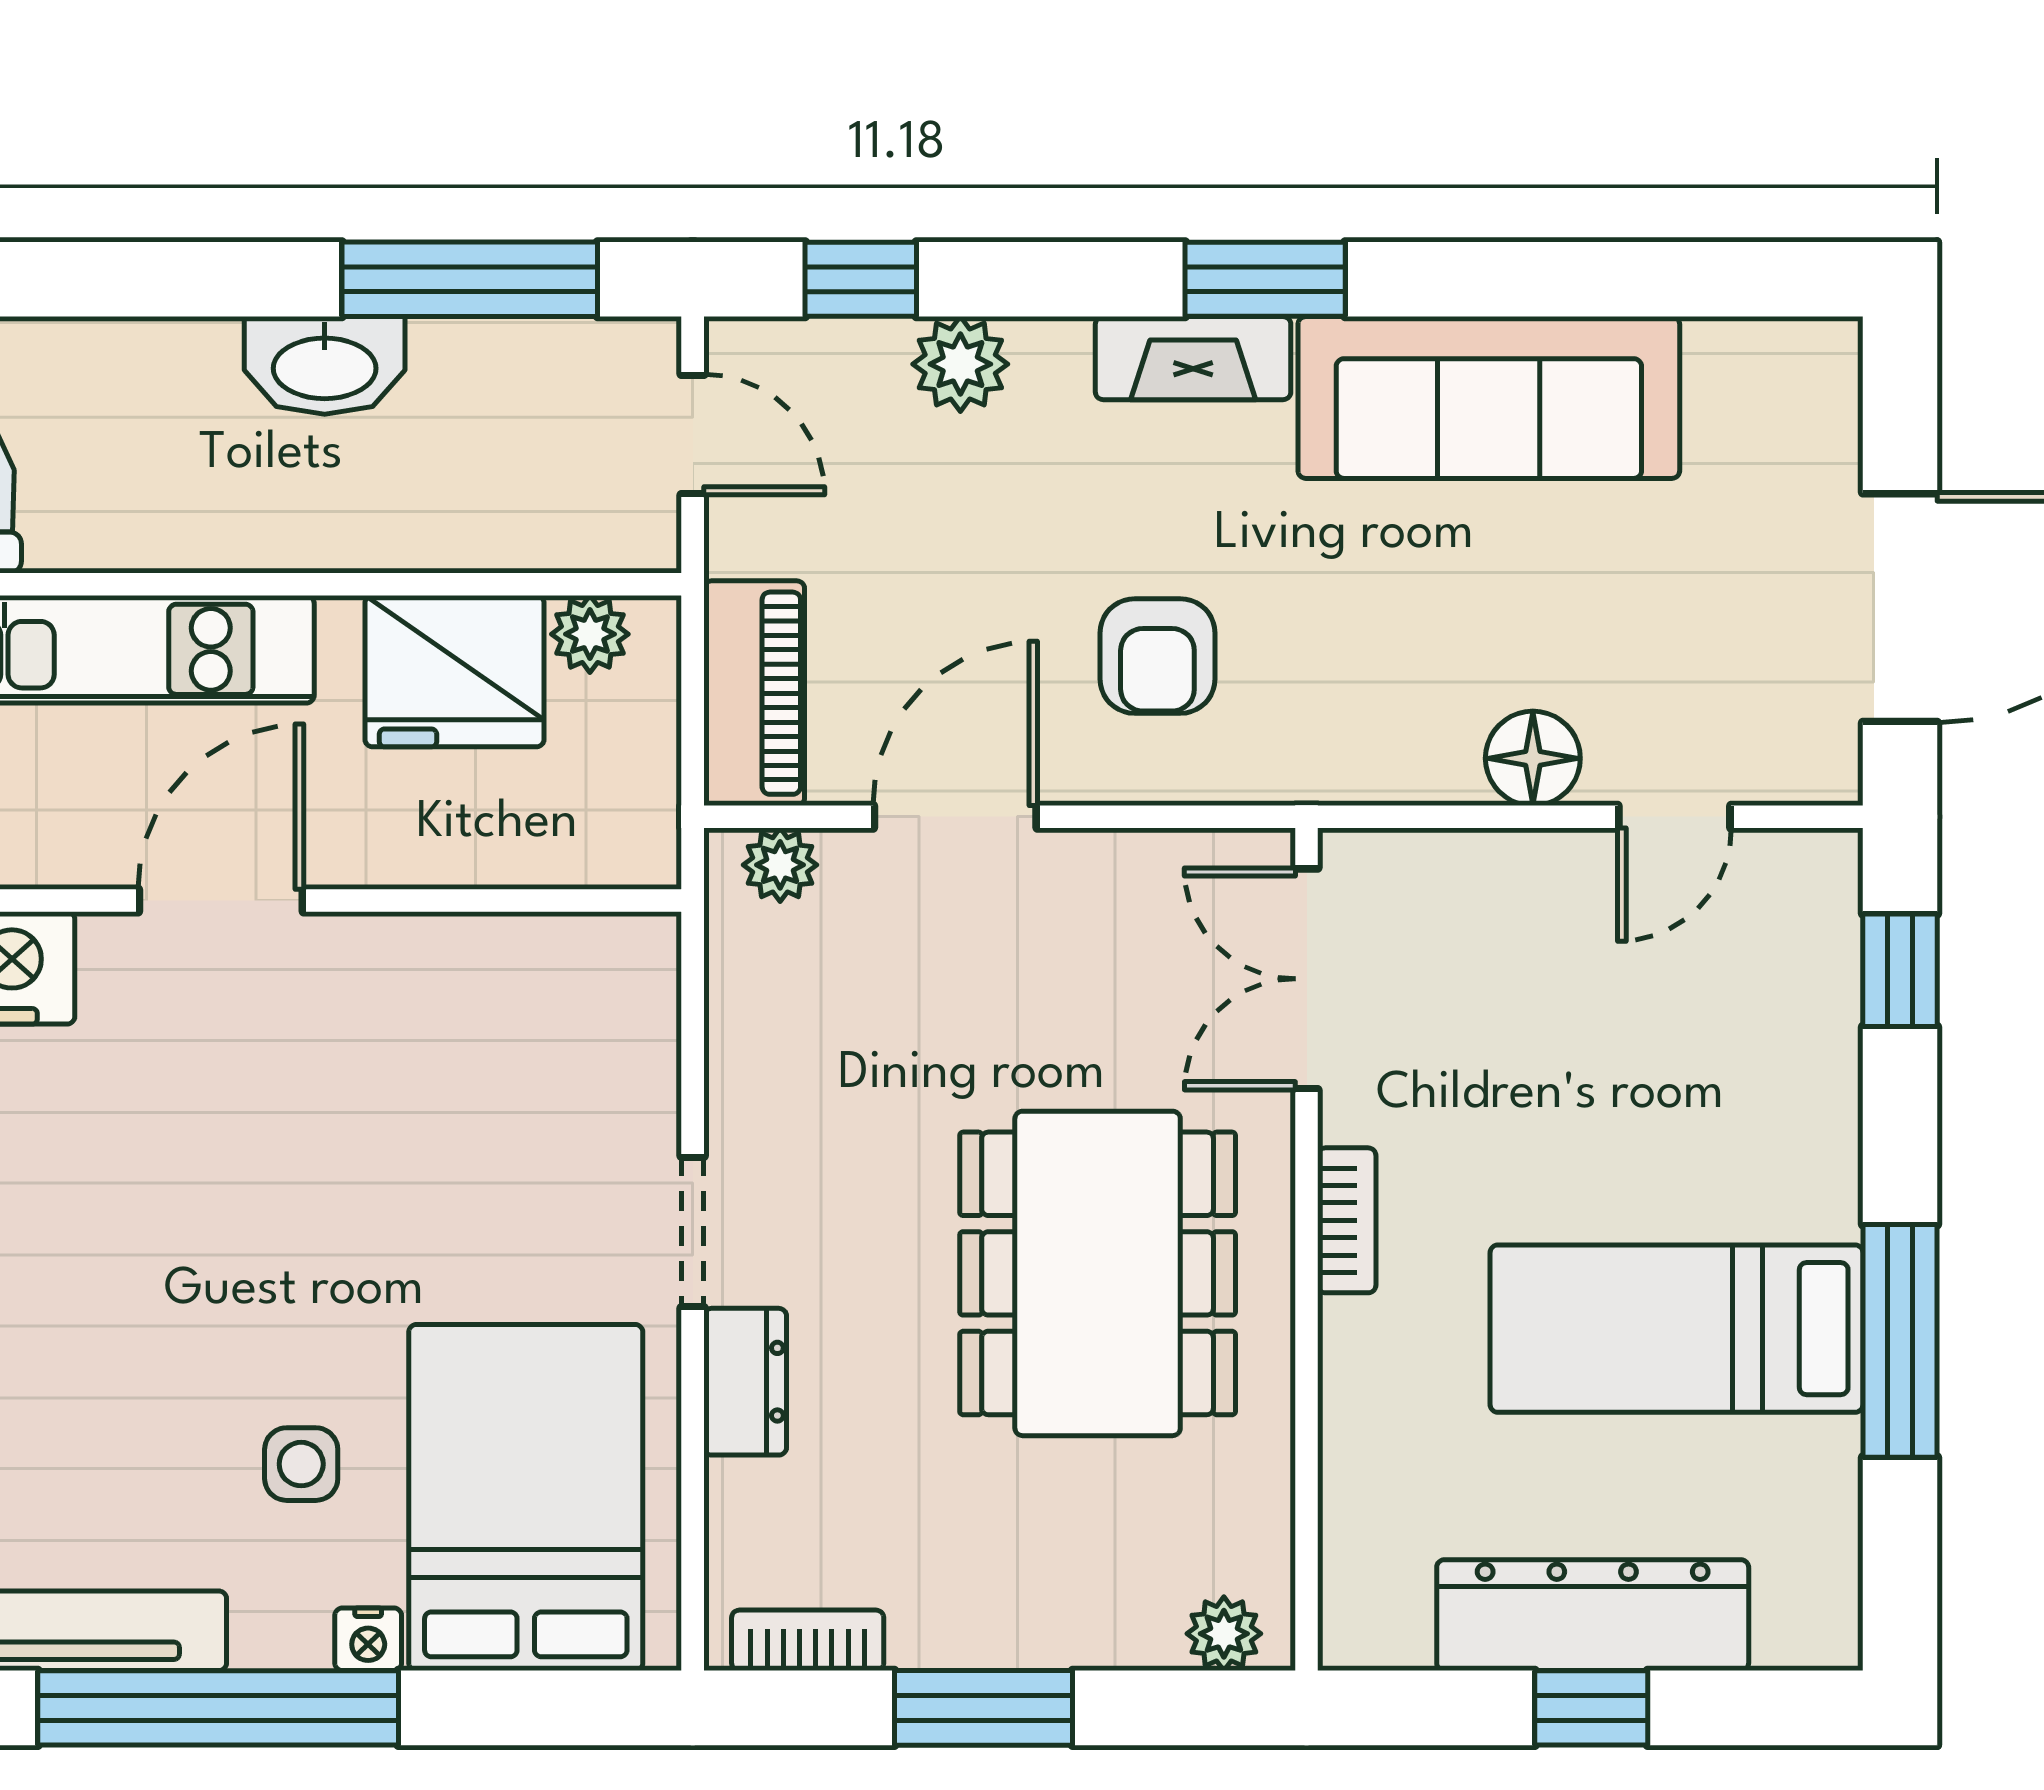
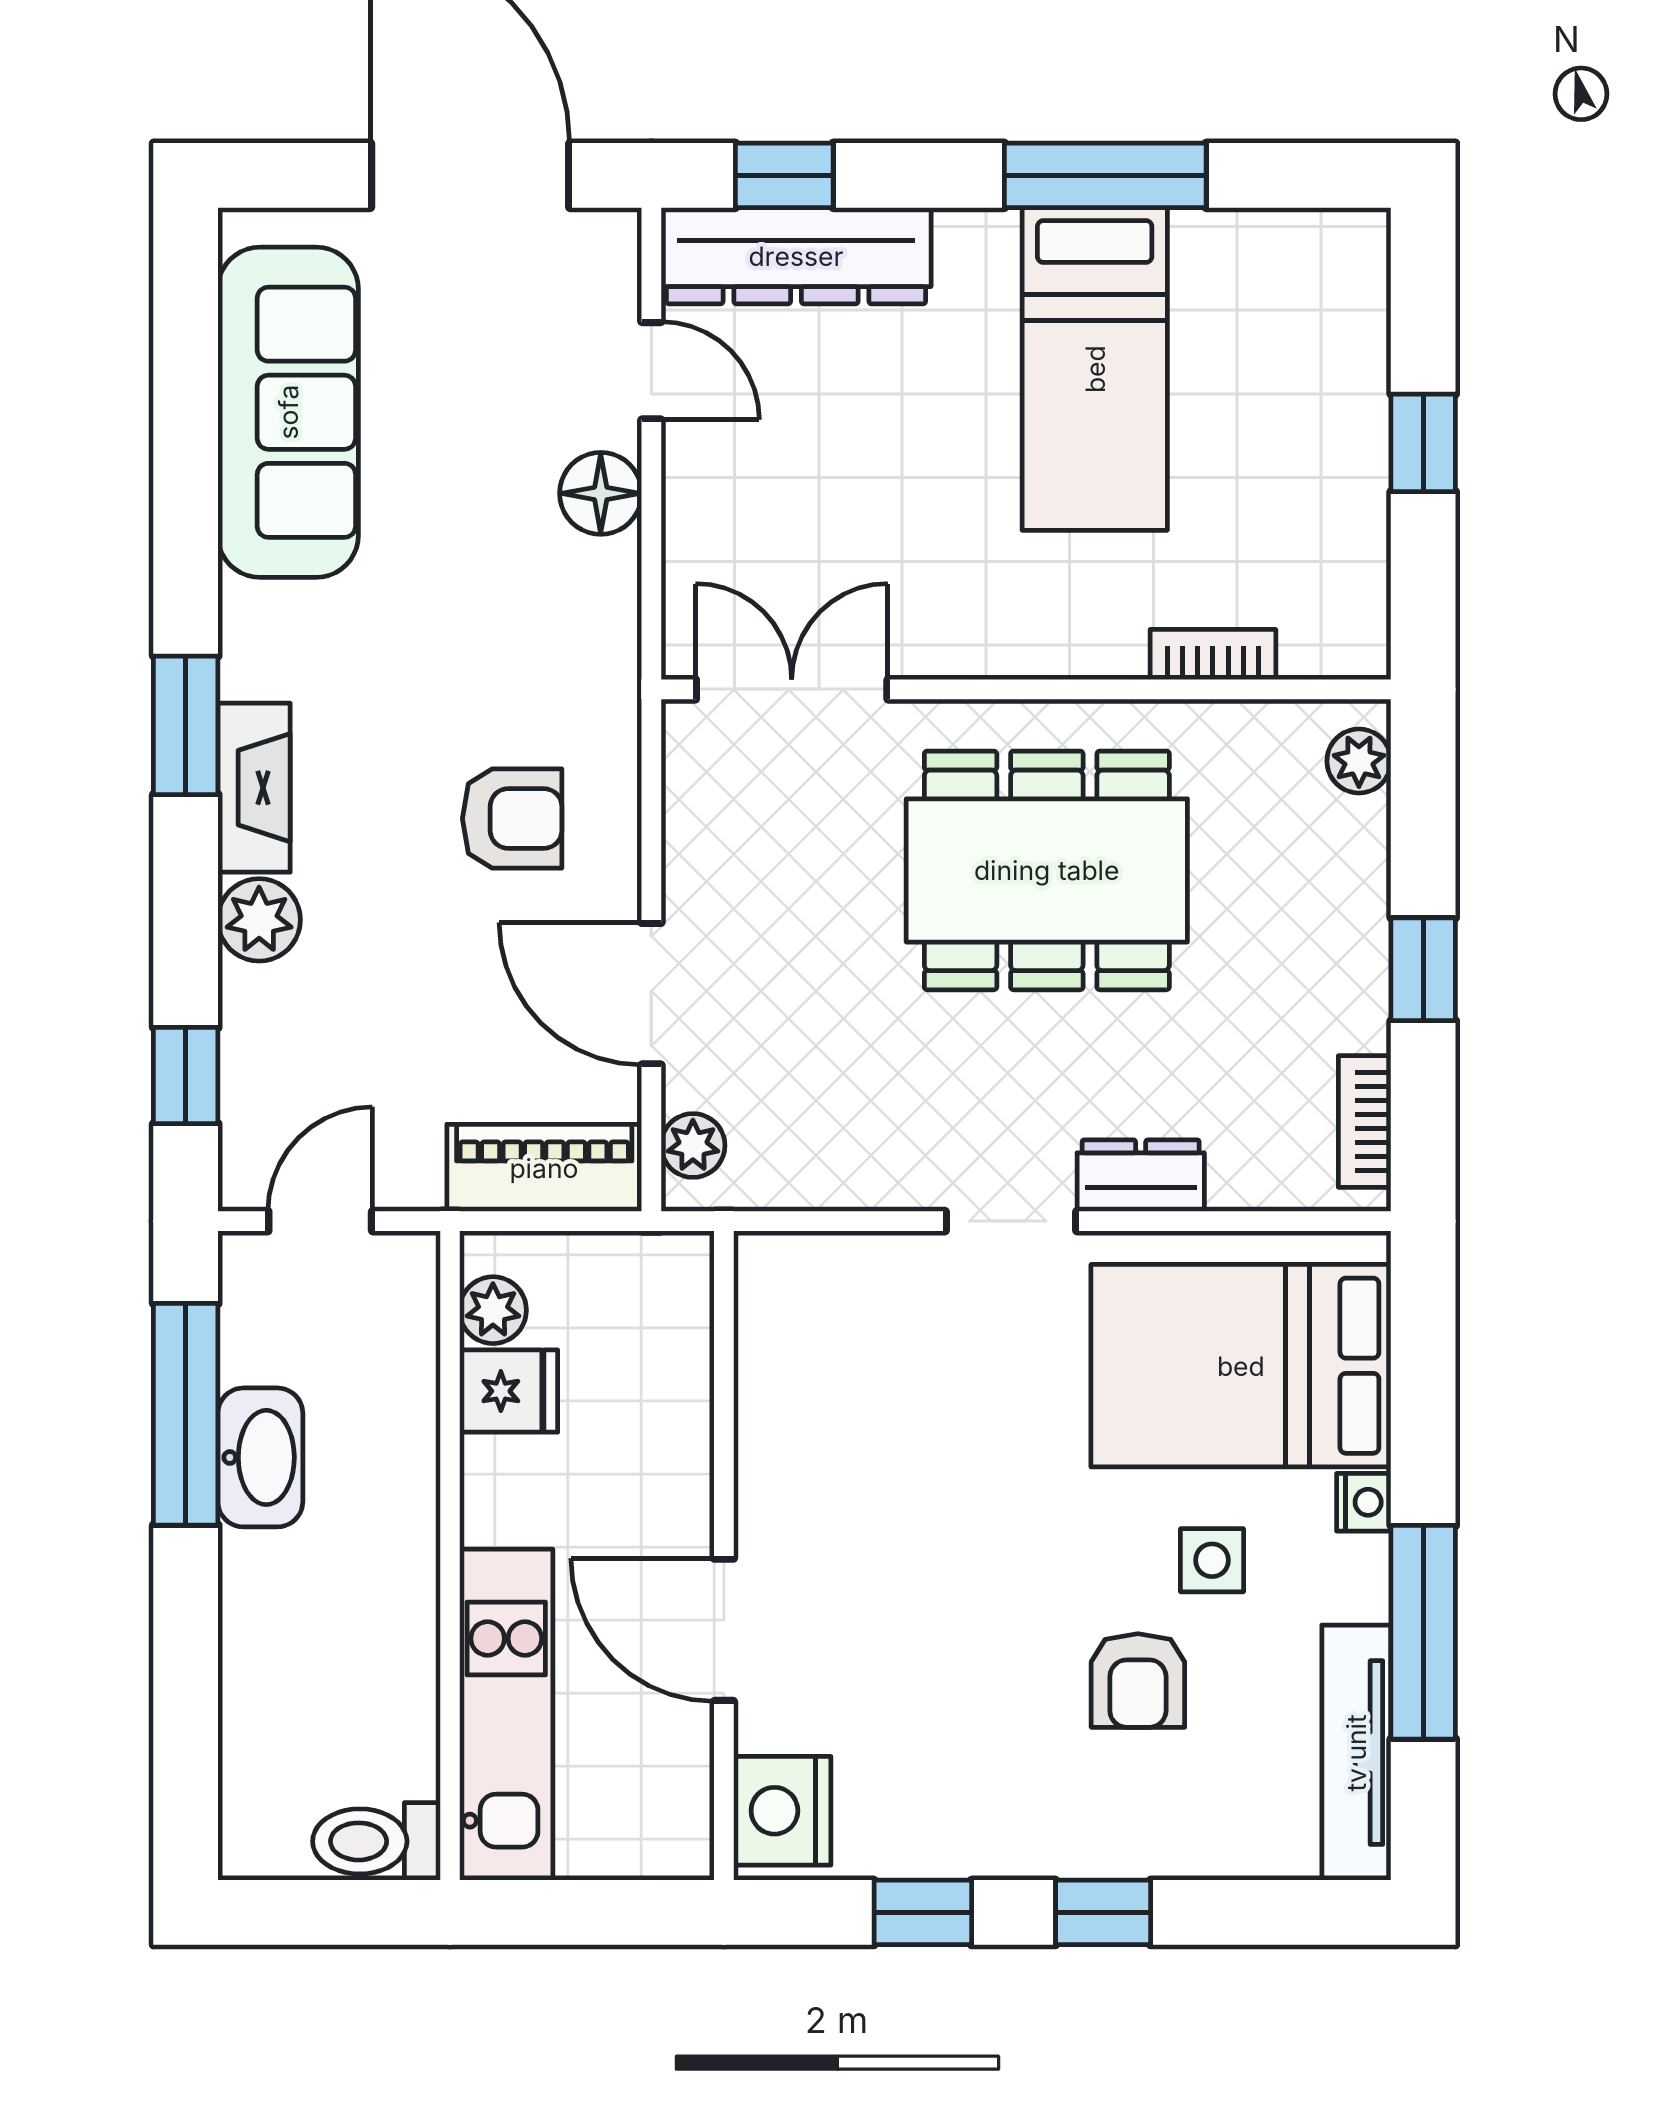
plant: (960, 364) -> (259, 920), moved
washbasin: (325, 365) -> (260, 1457), moved
sofa: (1489, 397) -> (288, 412), moved
fridge: (454, 671) -> (509, 1391), width x0.53, depth x0.75
double door: (1307, 979) -> (792, 689), swing flipped
bookcase: (1347, 1220) -> (1213, 655), moved
armchair: (162, 1379) -> (1138, 1680), added
dresser: (1593, 1615) -> (796, 256), moved, turned -90
window: (218, 1708) -> (1423, 1632), width x0.68
window: (984, 1708) -> (1423, 969), width x0.67

